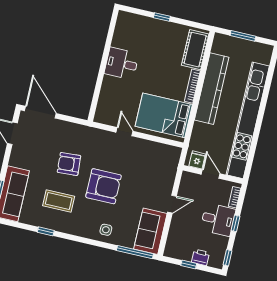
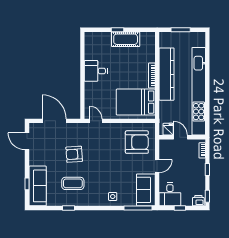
cot: (195, 50) -> (126, 39), moved, turned 90
door: (40, 112) -> (54, 121), moved
door: (124, 132) -> (96, 121), moved
armchair: (104, 186) -> (137, 142), moved
desk: (218, 220) -> (170, 194), moved, turned 90
printer: (201, 257) -> (198, 201), moved

